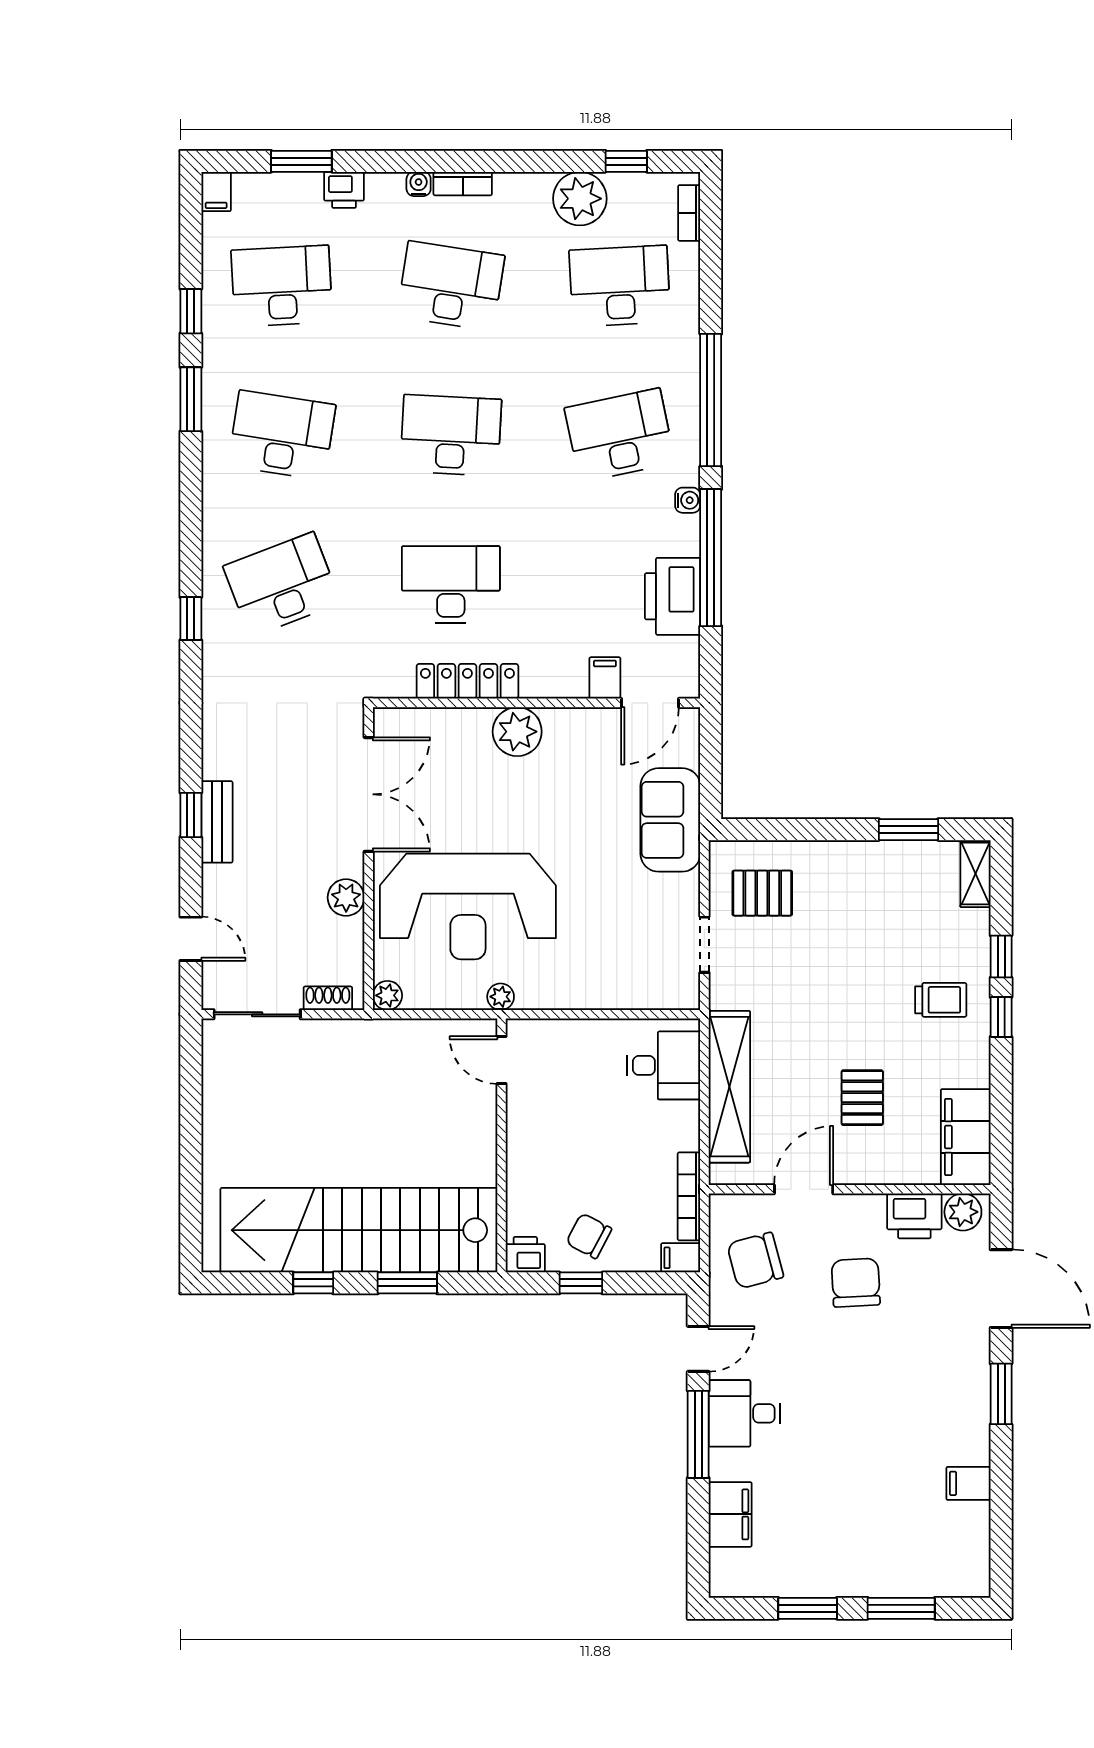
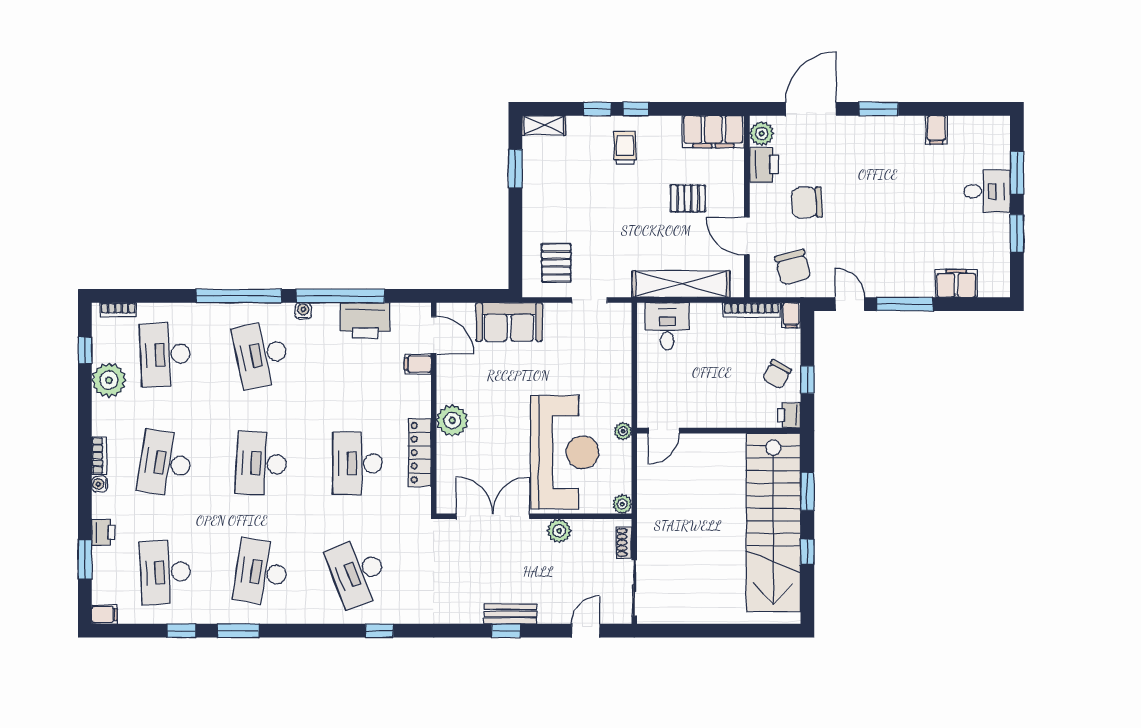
desk: (745, 1413) -> (987, 191), moved, turned -90

